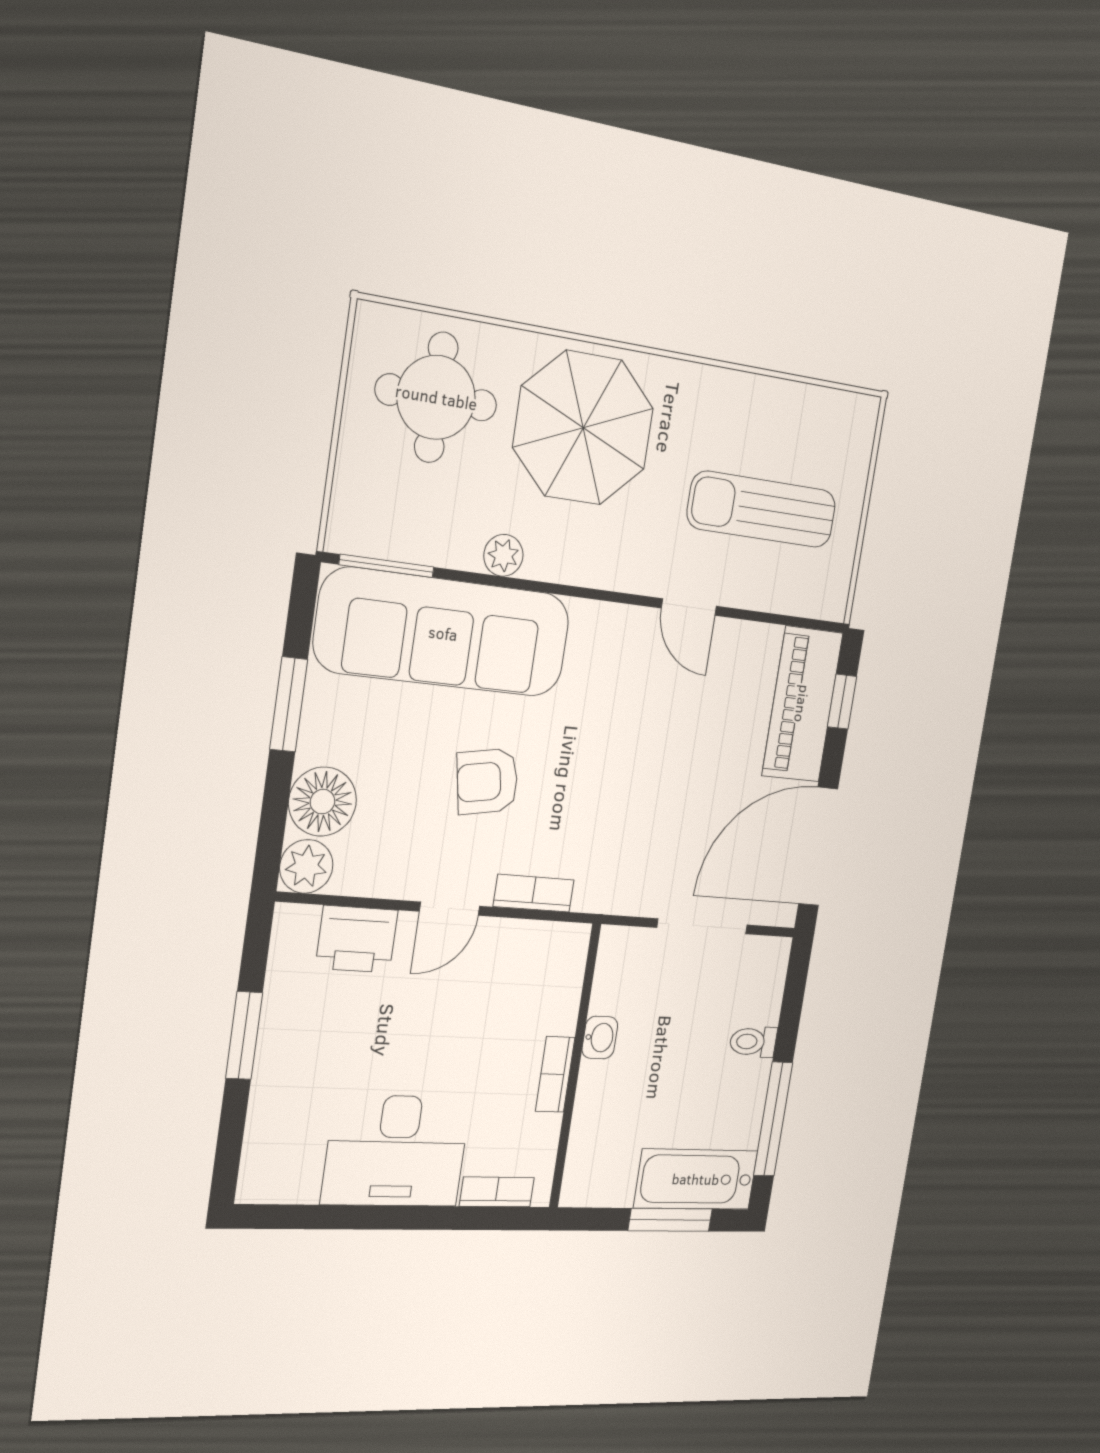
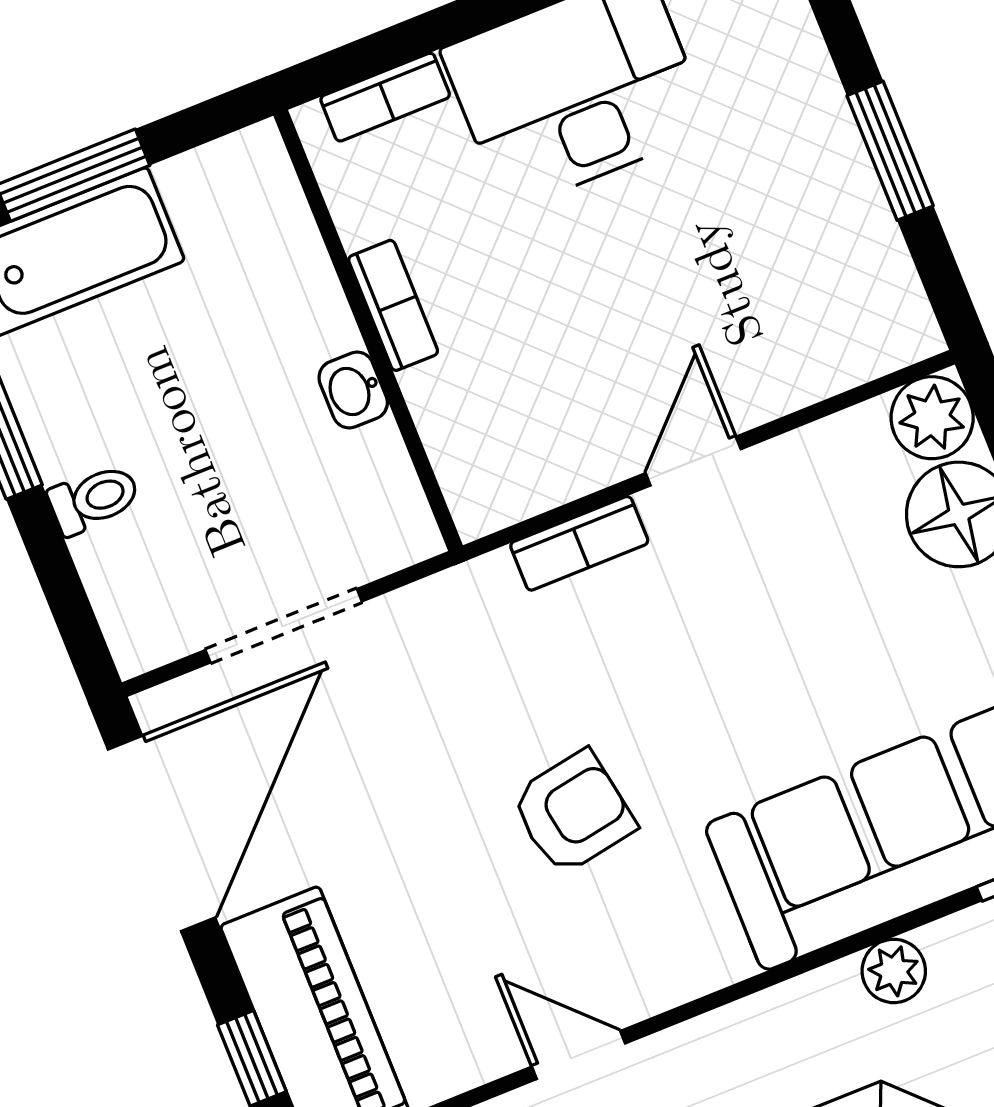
armchair: (487, 781) -> (573, 812), moved
printer: (357, 939) -> (805, 355), removed

